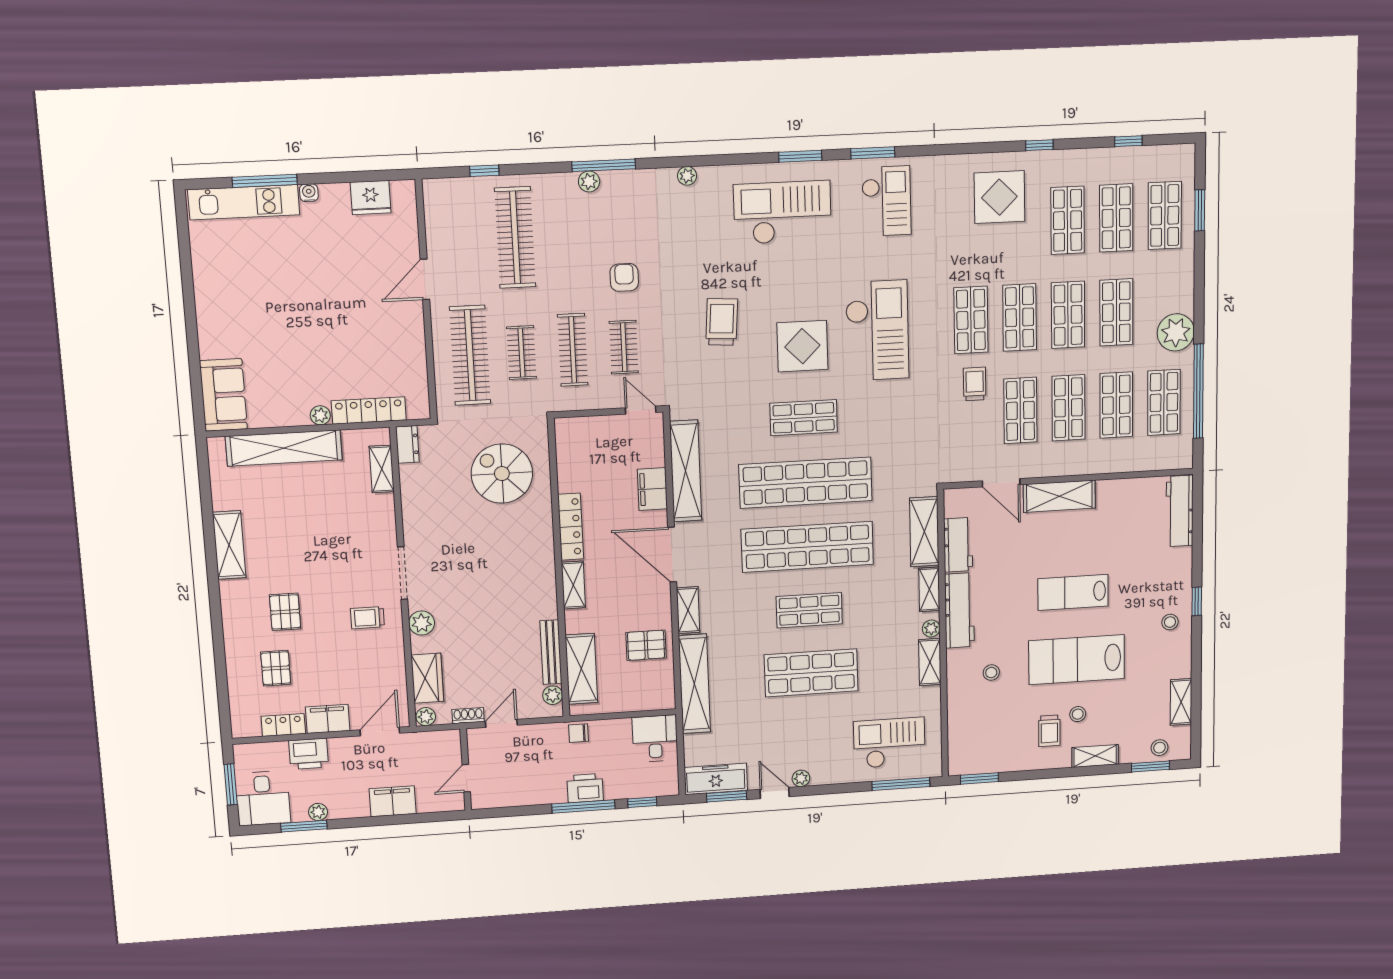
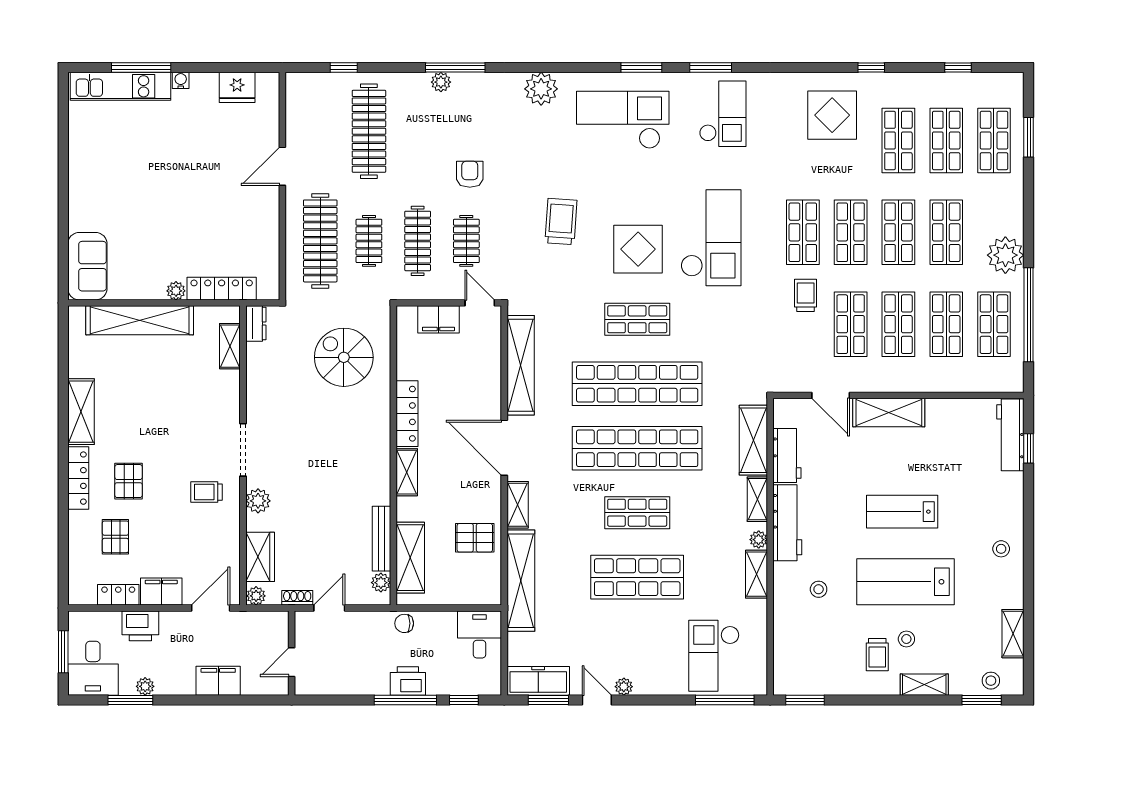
plant: (687, 176) -> (541, 89), width x1.88, depth x1.88
filing cabinet: (652, 489) -> (438, 319), moved, turned -90
window: (1197, 601) -> (1029, 448), moved
locker: (232, 612) -> (78, 478), added
checkout: (889, 743) -> (714, 656), turned -90

